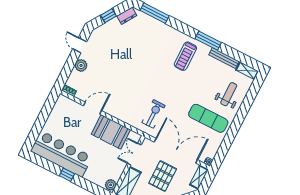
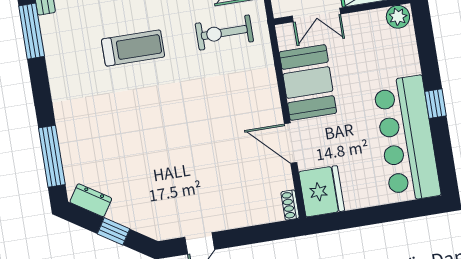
treadmill: (185, 56) -> (133, 48), moved
plant: (81, 65) -> (232, 216), removed
fridge: (65, 107) -> (322, 191), added

